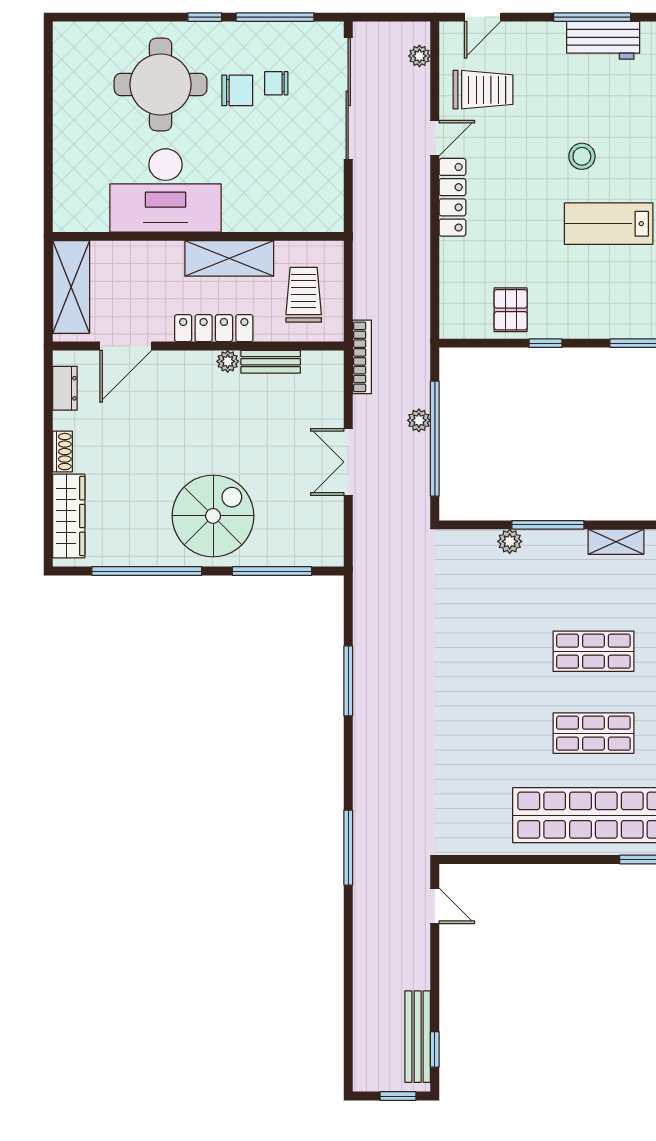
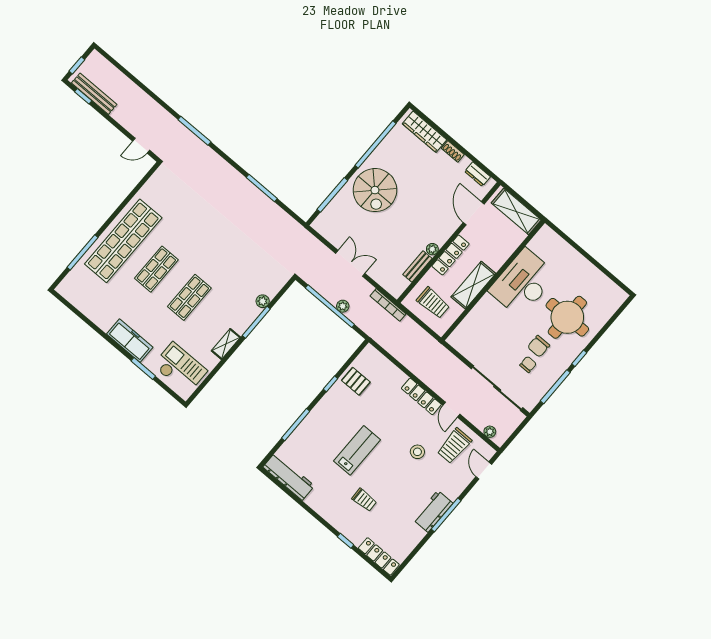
stool: (582, 156) -> (417, 452), moved

